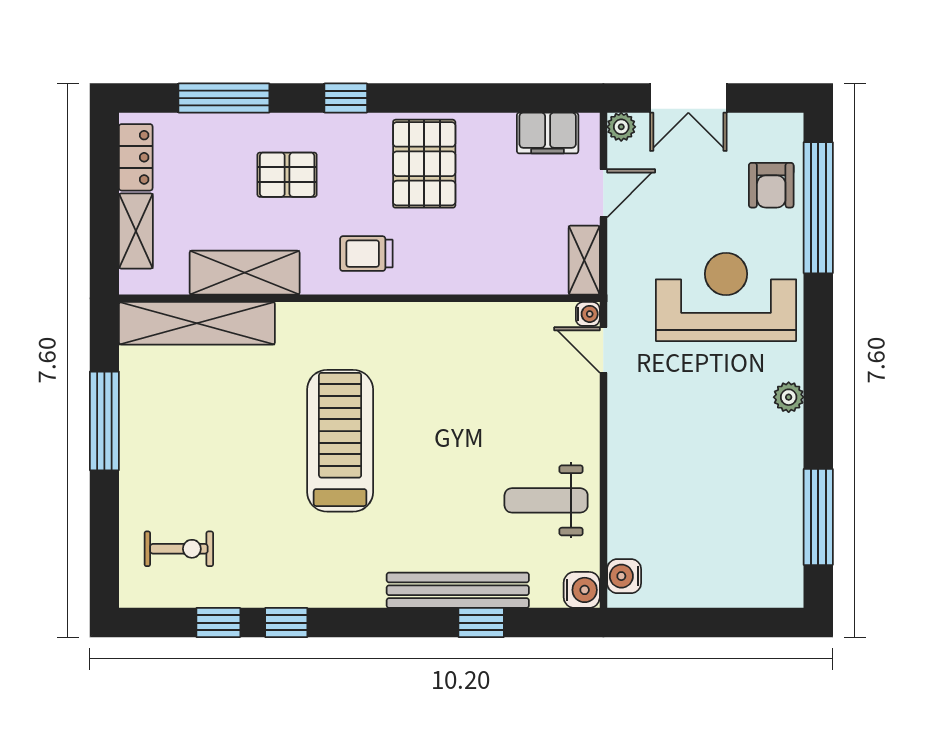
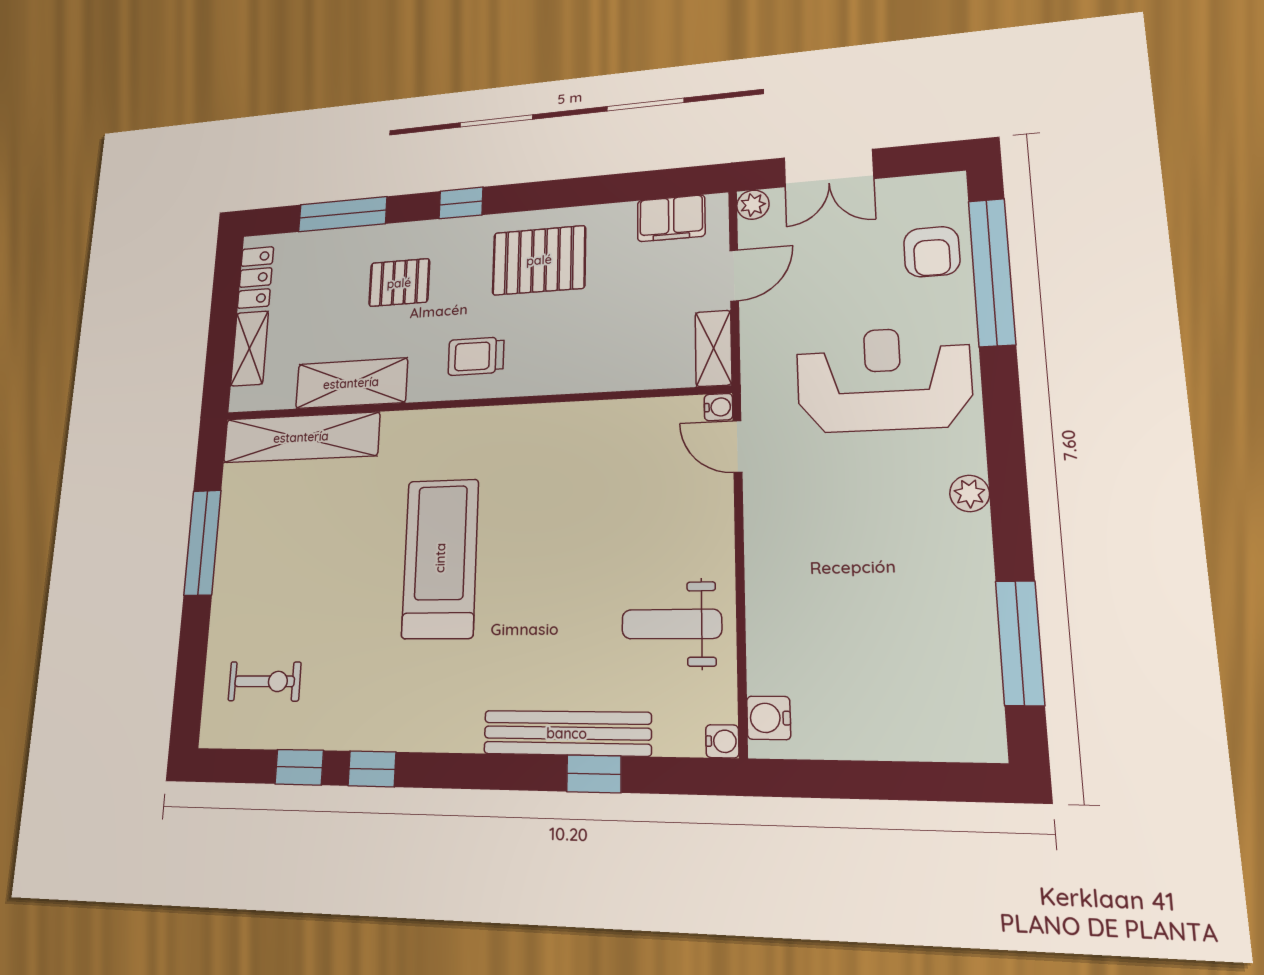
pallet: (424, 164) -> (539, 260), turned 90
water cooler: (582, 590) -> (722, 741), width x0.72, depth x0.72

